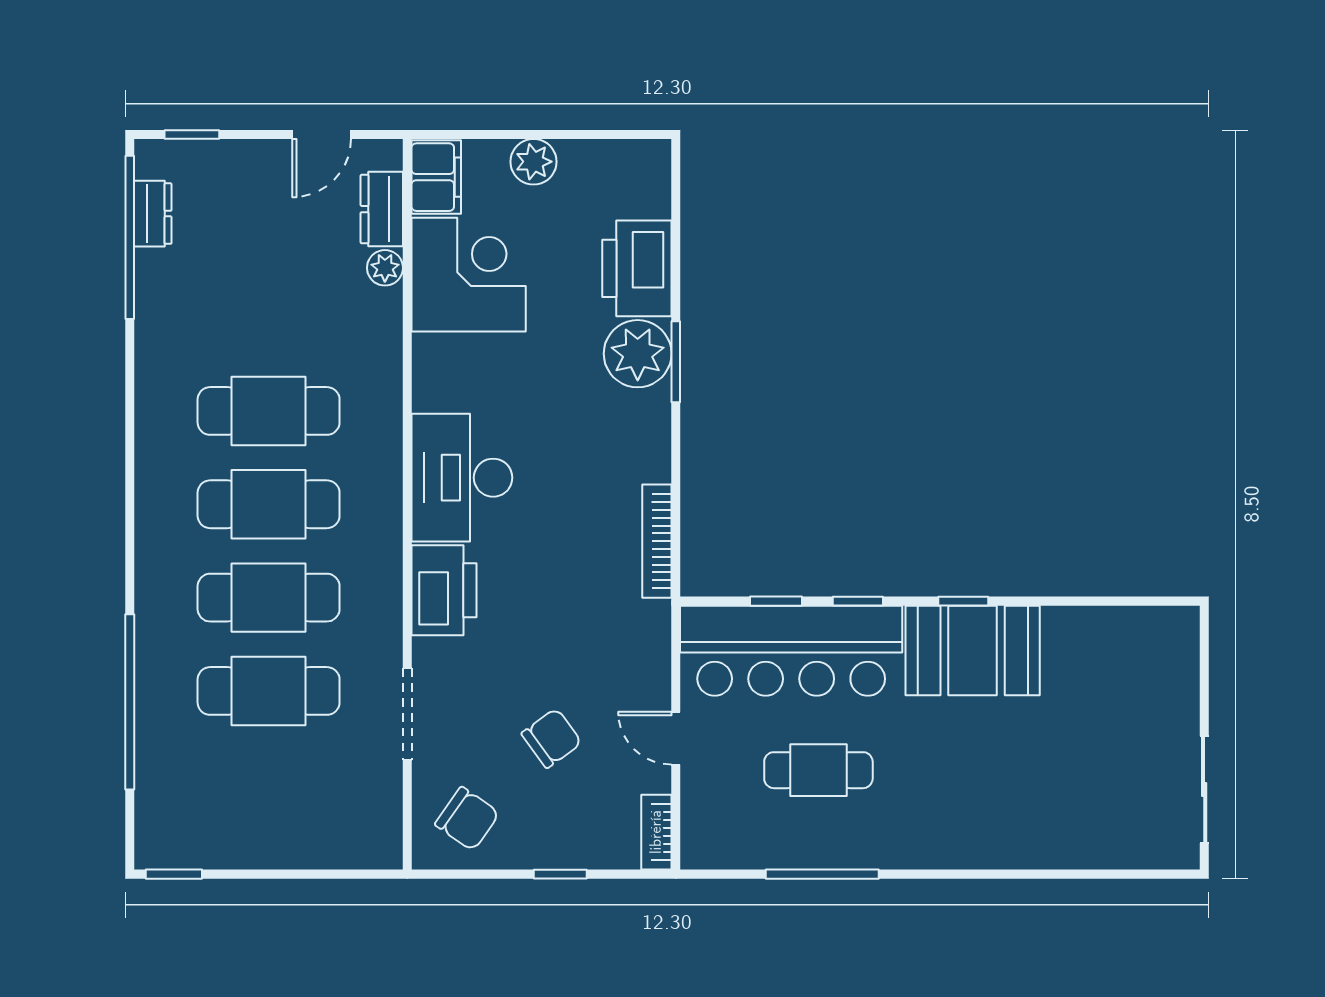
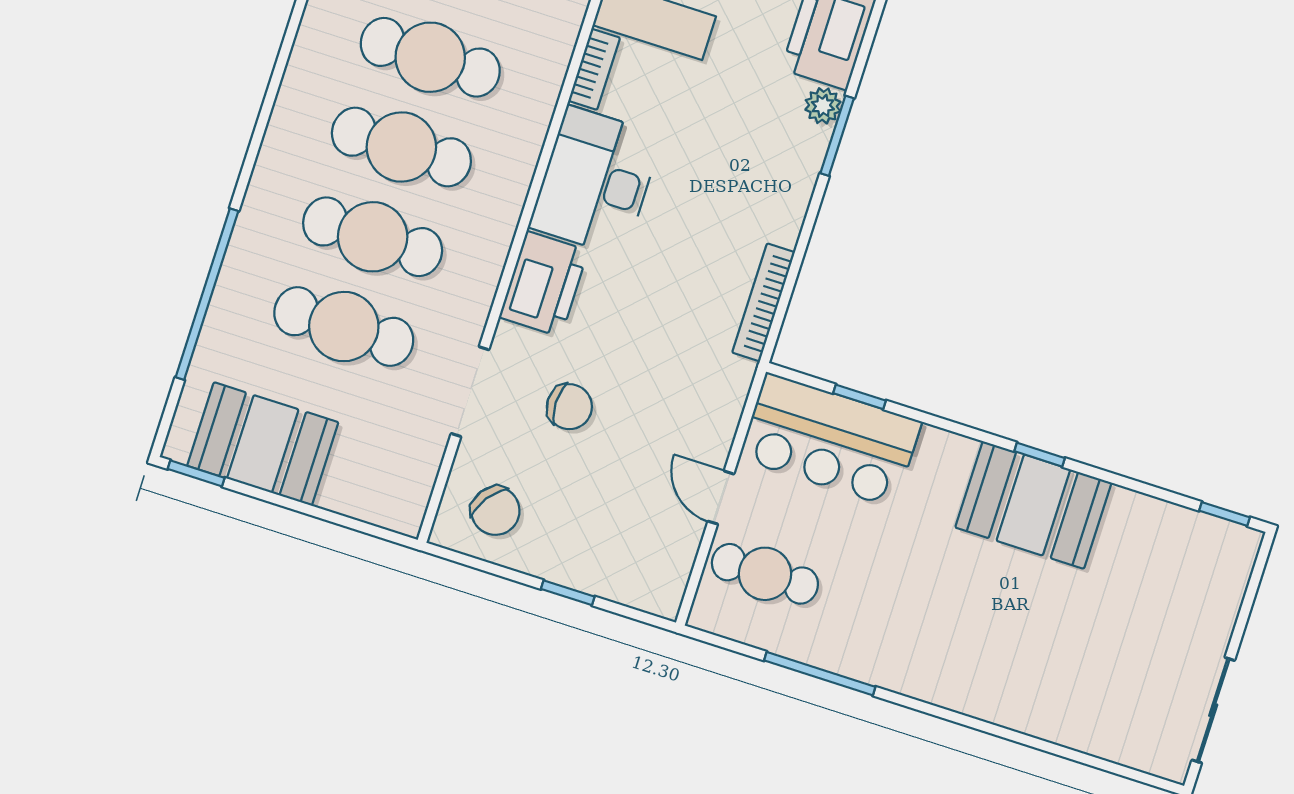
plant: (638, 354) -> (823, 106), width x0.53, depth x0.53
window: (858, 601) -> (1224, 514), moved
bar counter: (791, 651) -> (830, 440), width x0.73
chair: (552, 738) -> (569, 407), moved, turned 36
cafe table: (818, 770) -> (765, 574), moved
booth: (228, 826) -> (263, 444), added
bookcase: (656, 832) -> (594, 69), moved, turned 180

